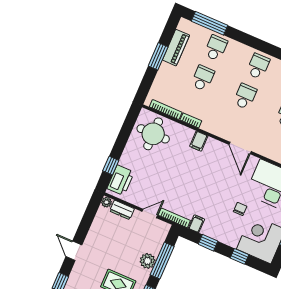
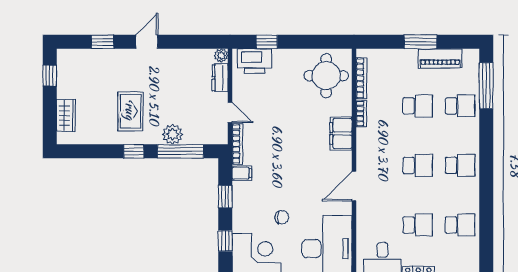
filing cabinet: (199, 141) -> (341, 133), width x2.00

